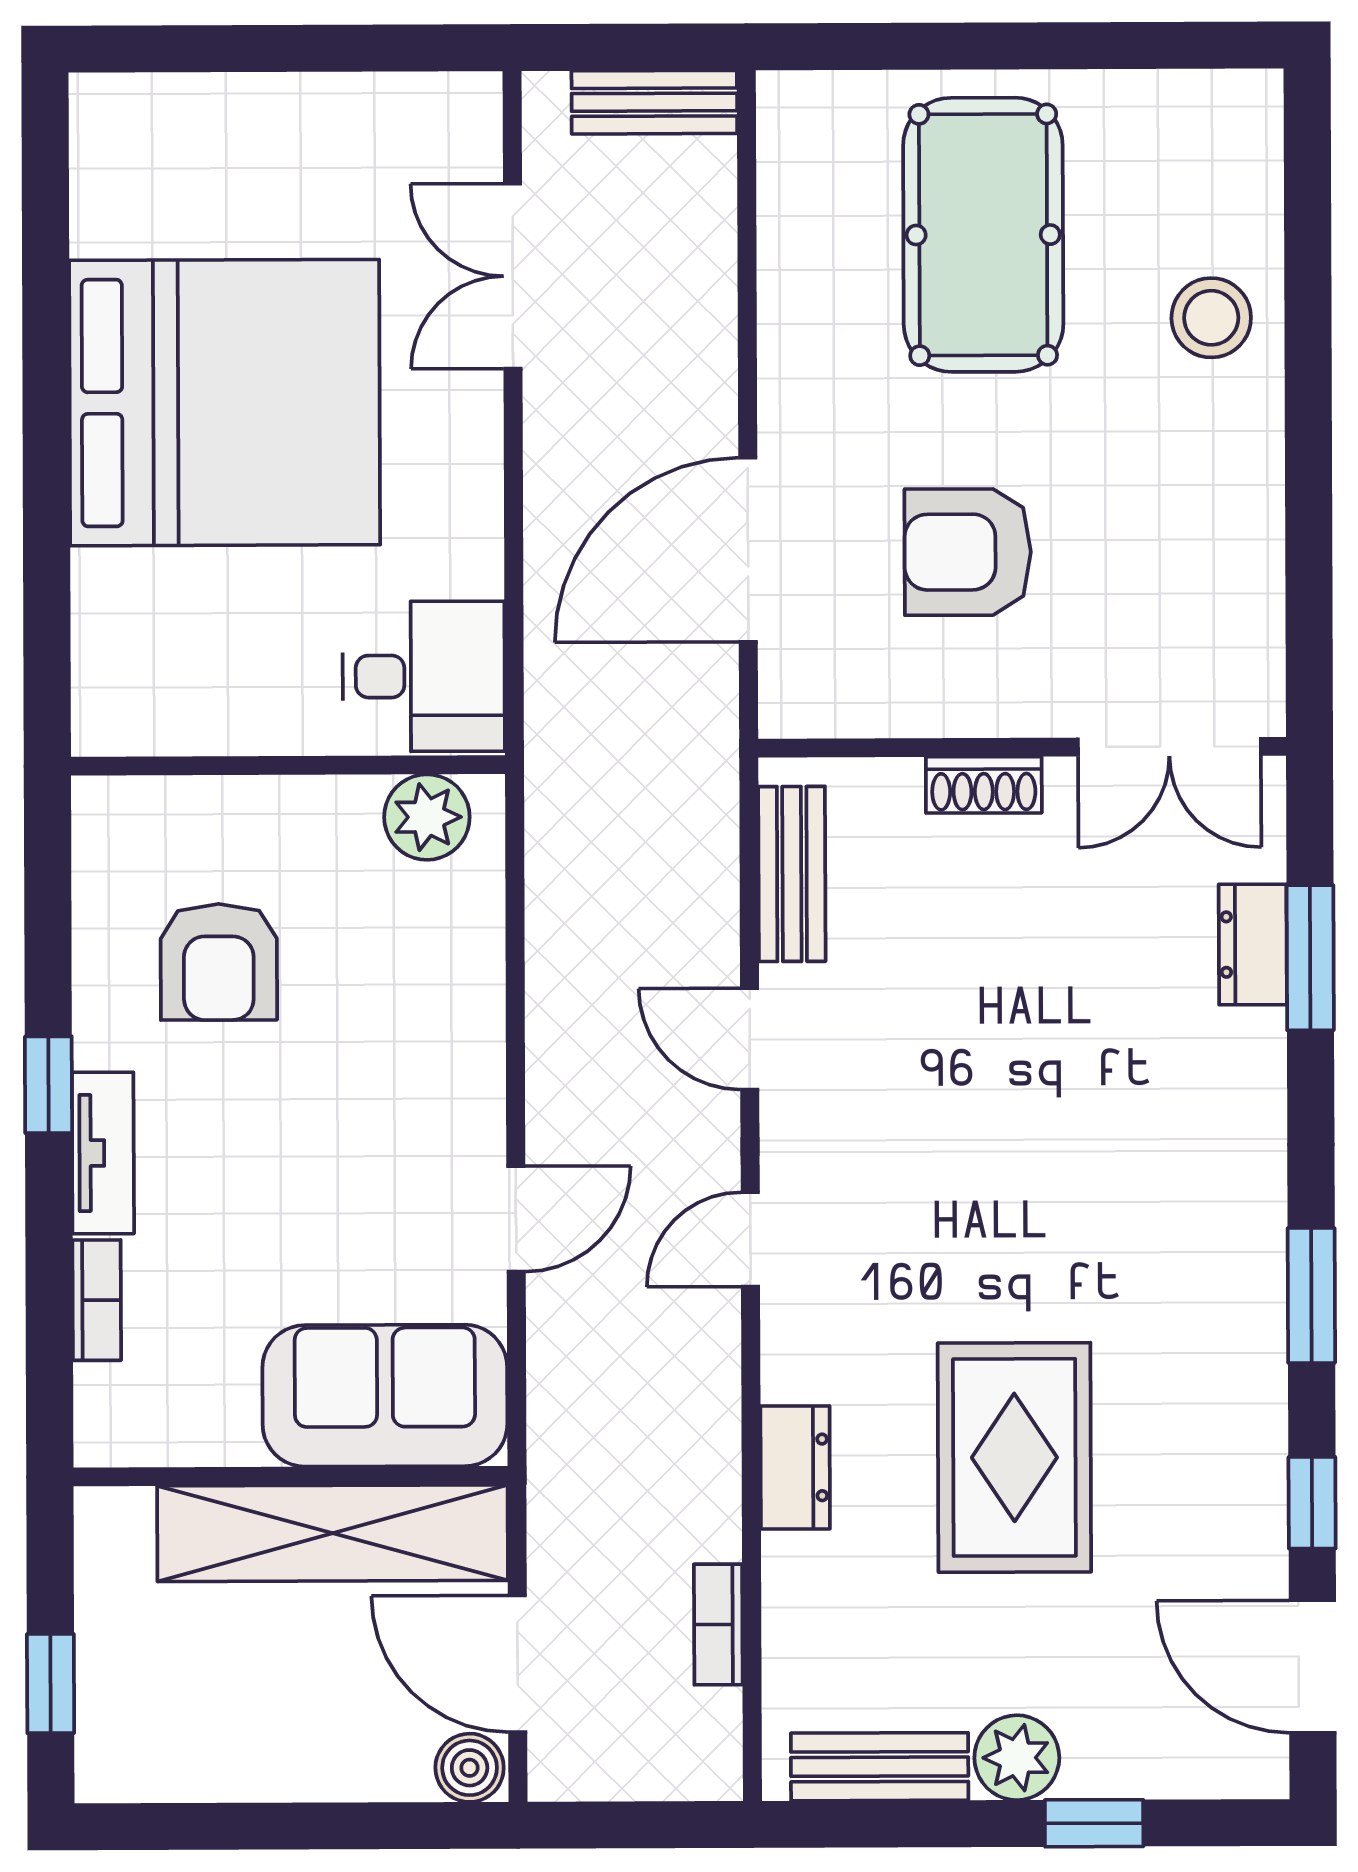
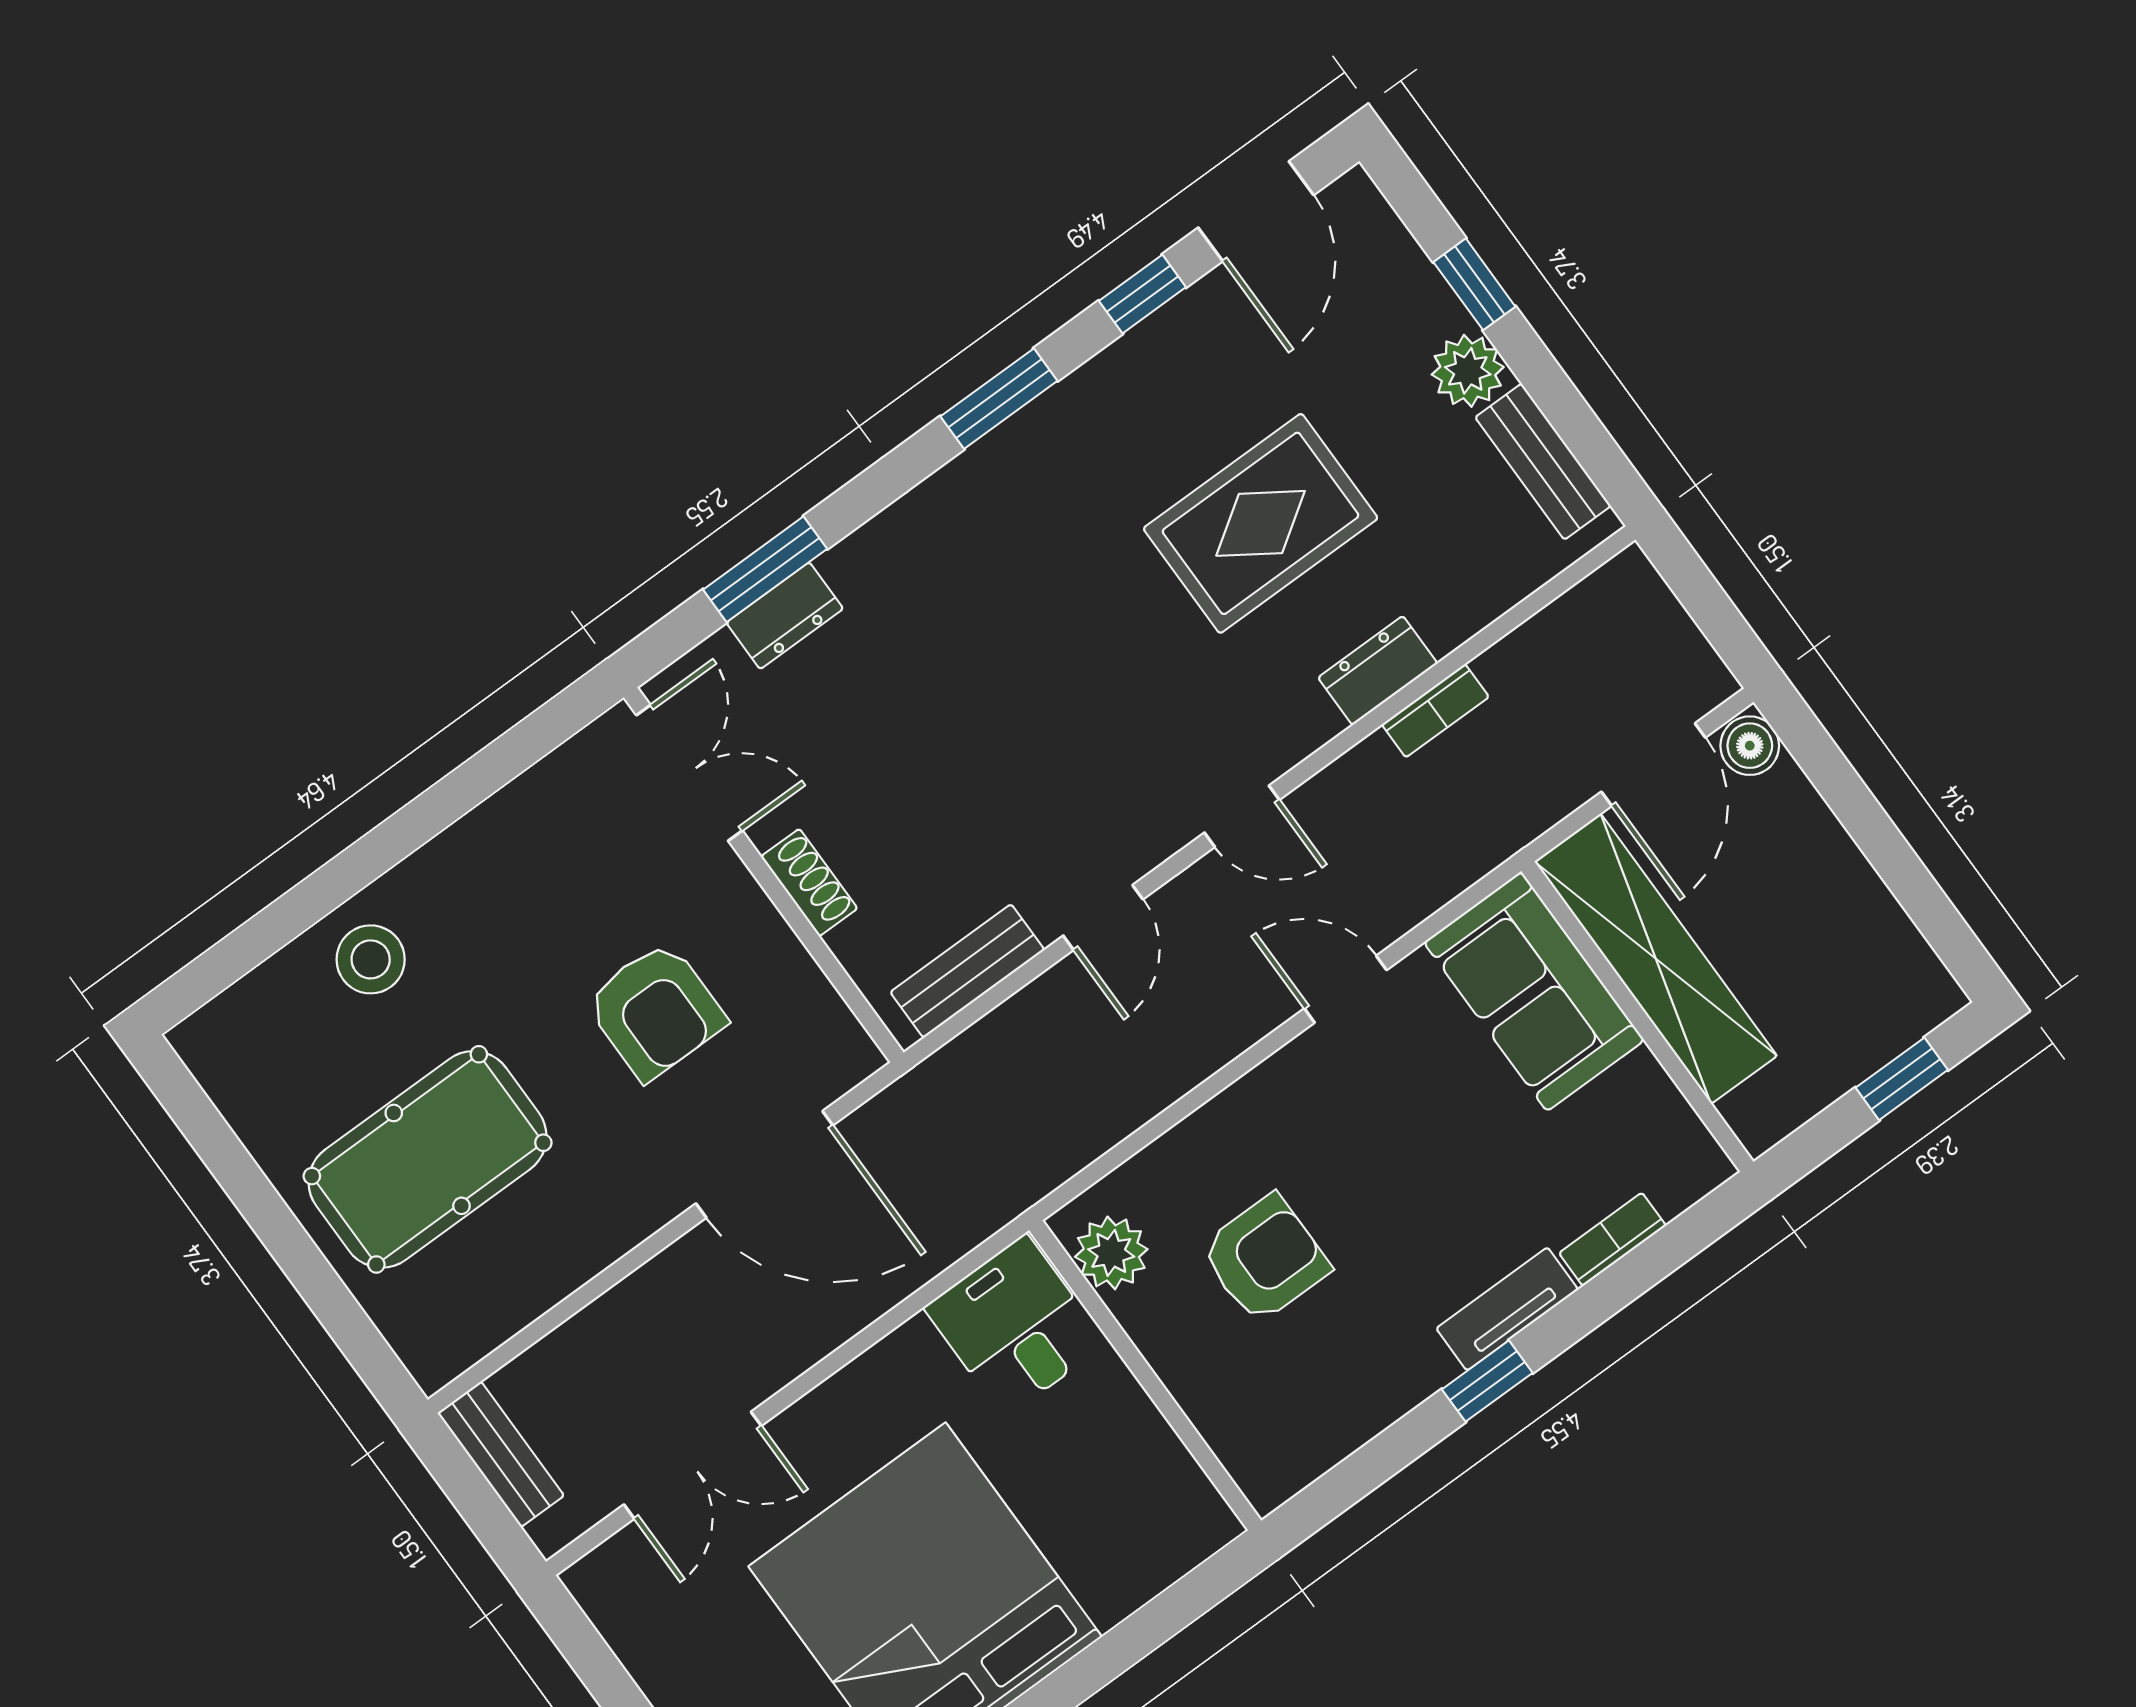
armchair: (219, 962) -> (1265, 1259), moved
bookcase: (718, 1624) -> (1435, 711), moved

